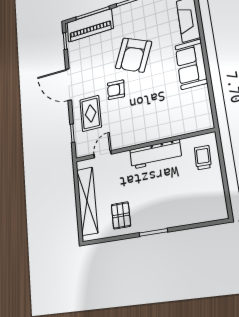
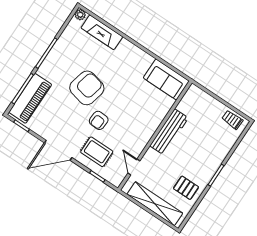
armchair: (133, 55) -> (87, 88), turned -100
sofa: (191, 64) -> (166, 79), moved
trolley: (203, 158) -> (232, 120), moved

